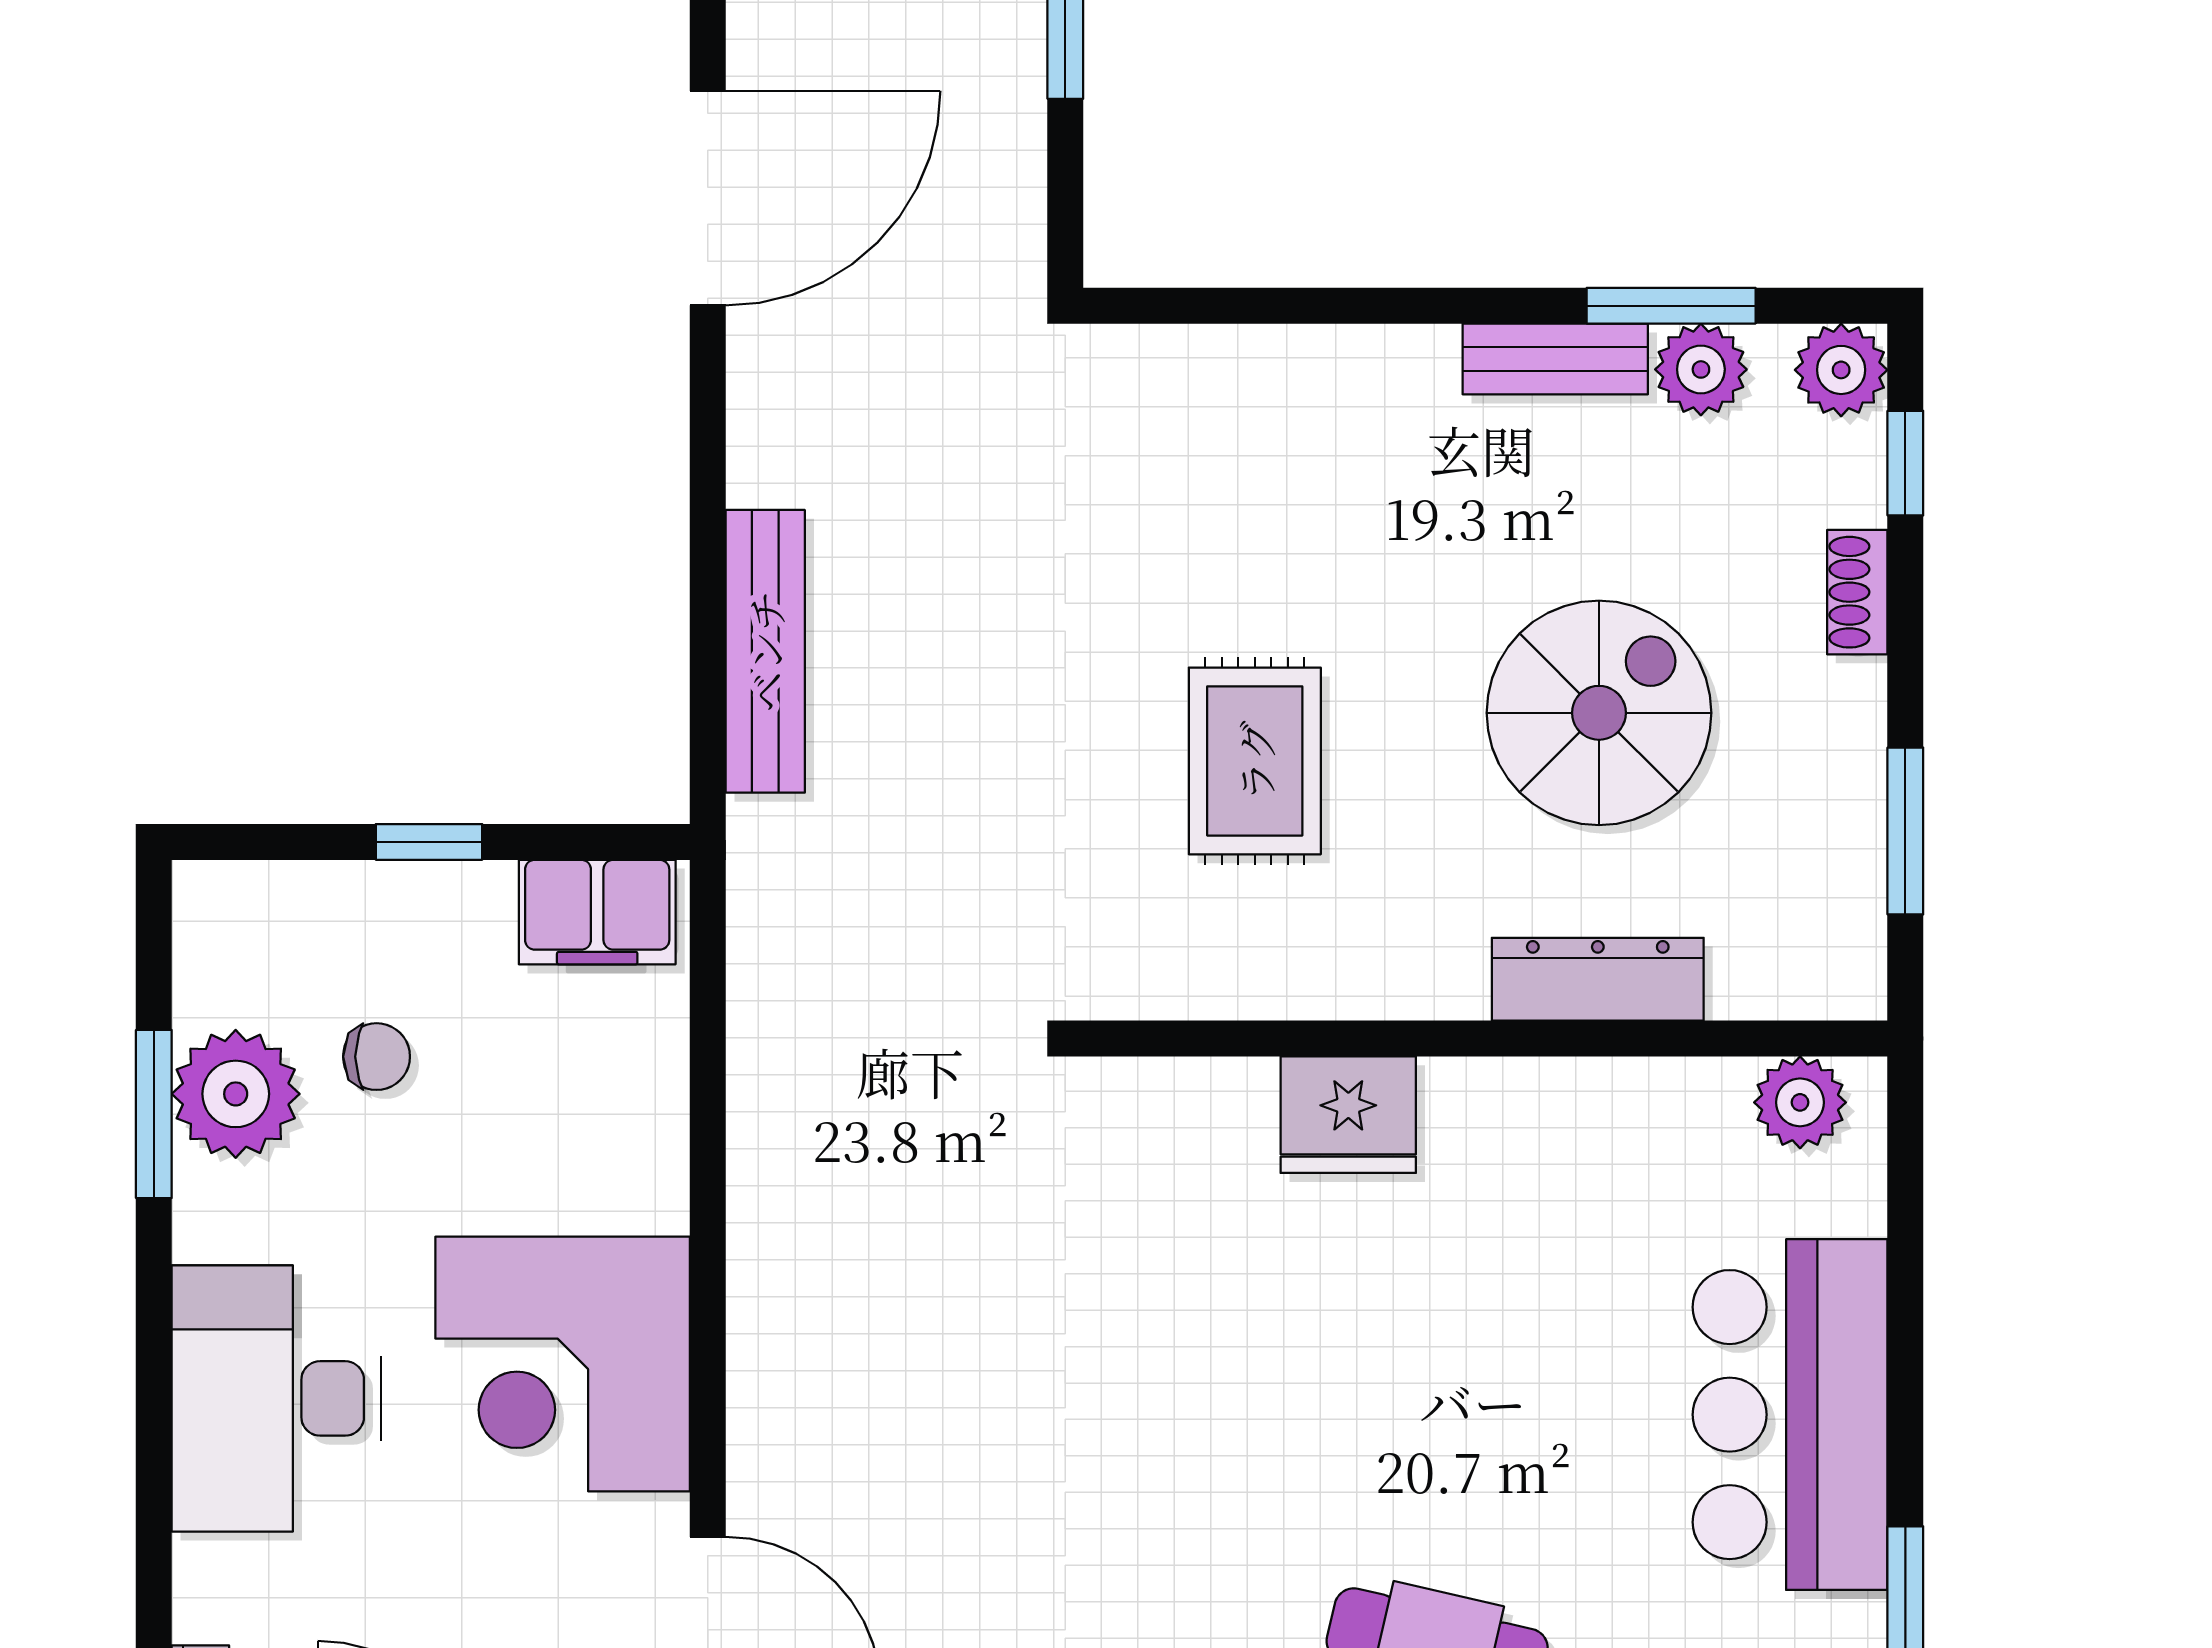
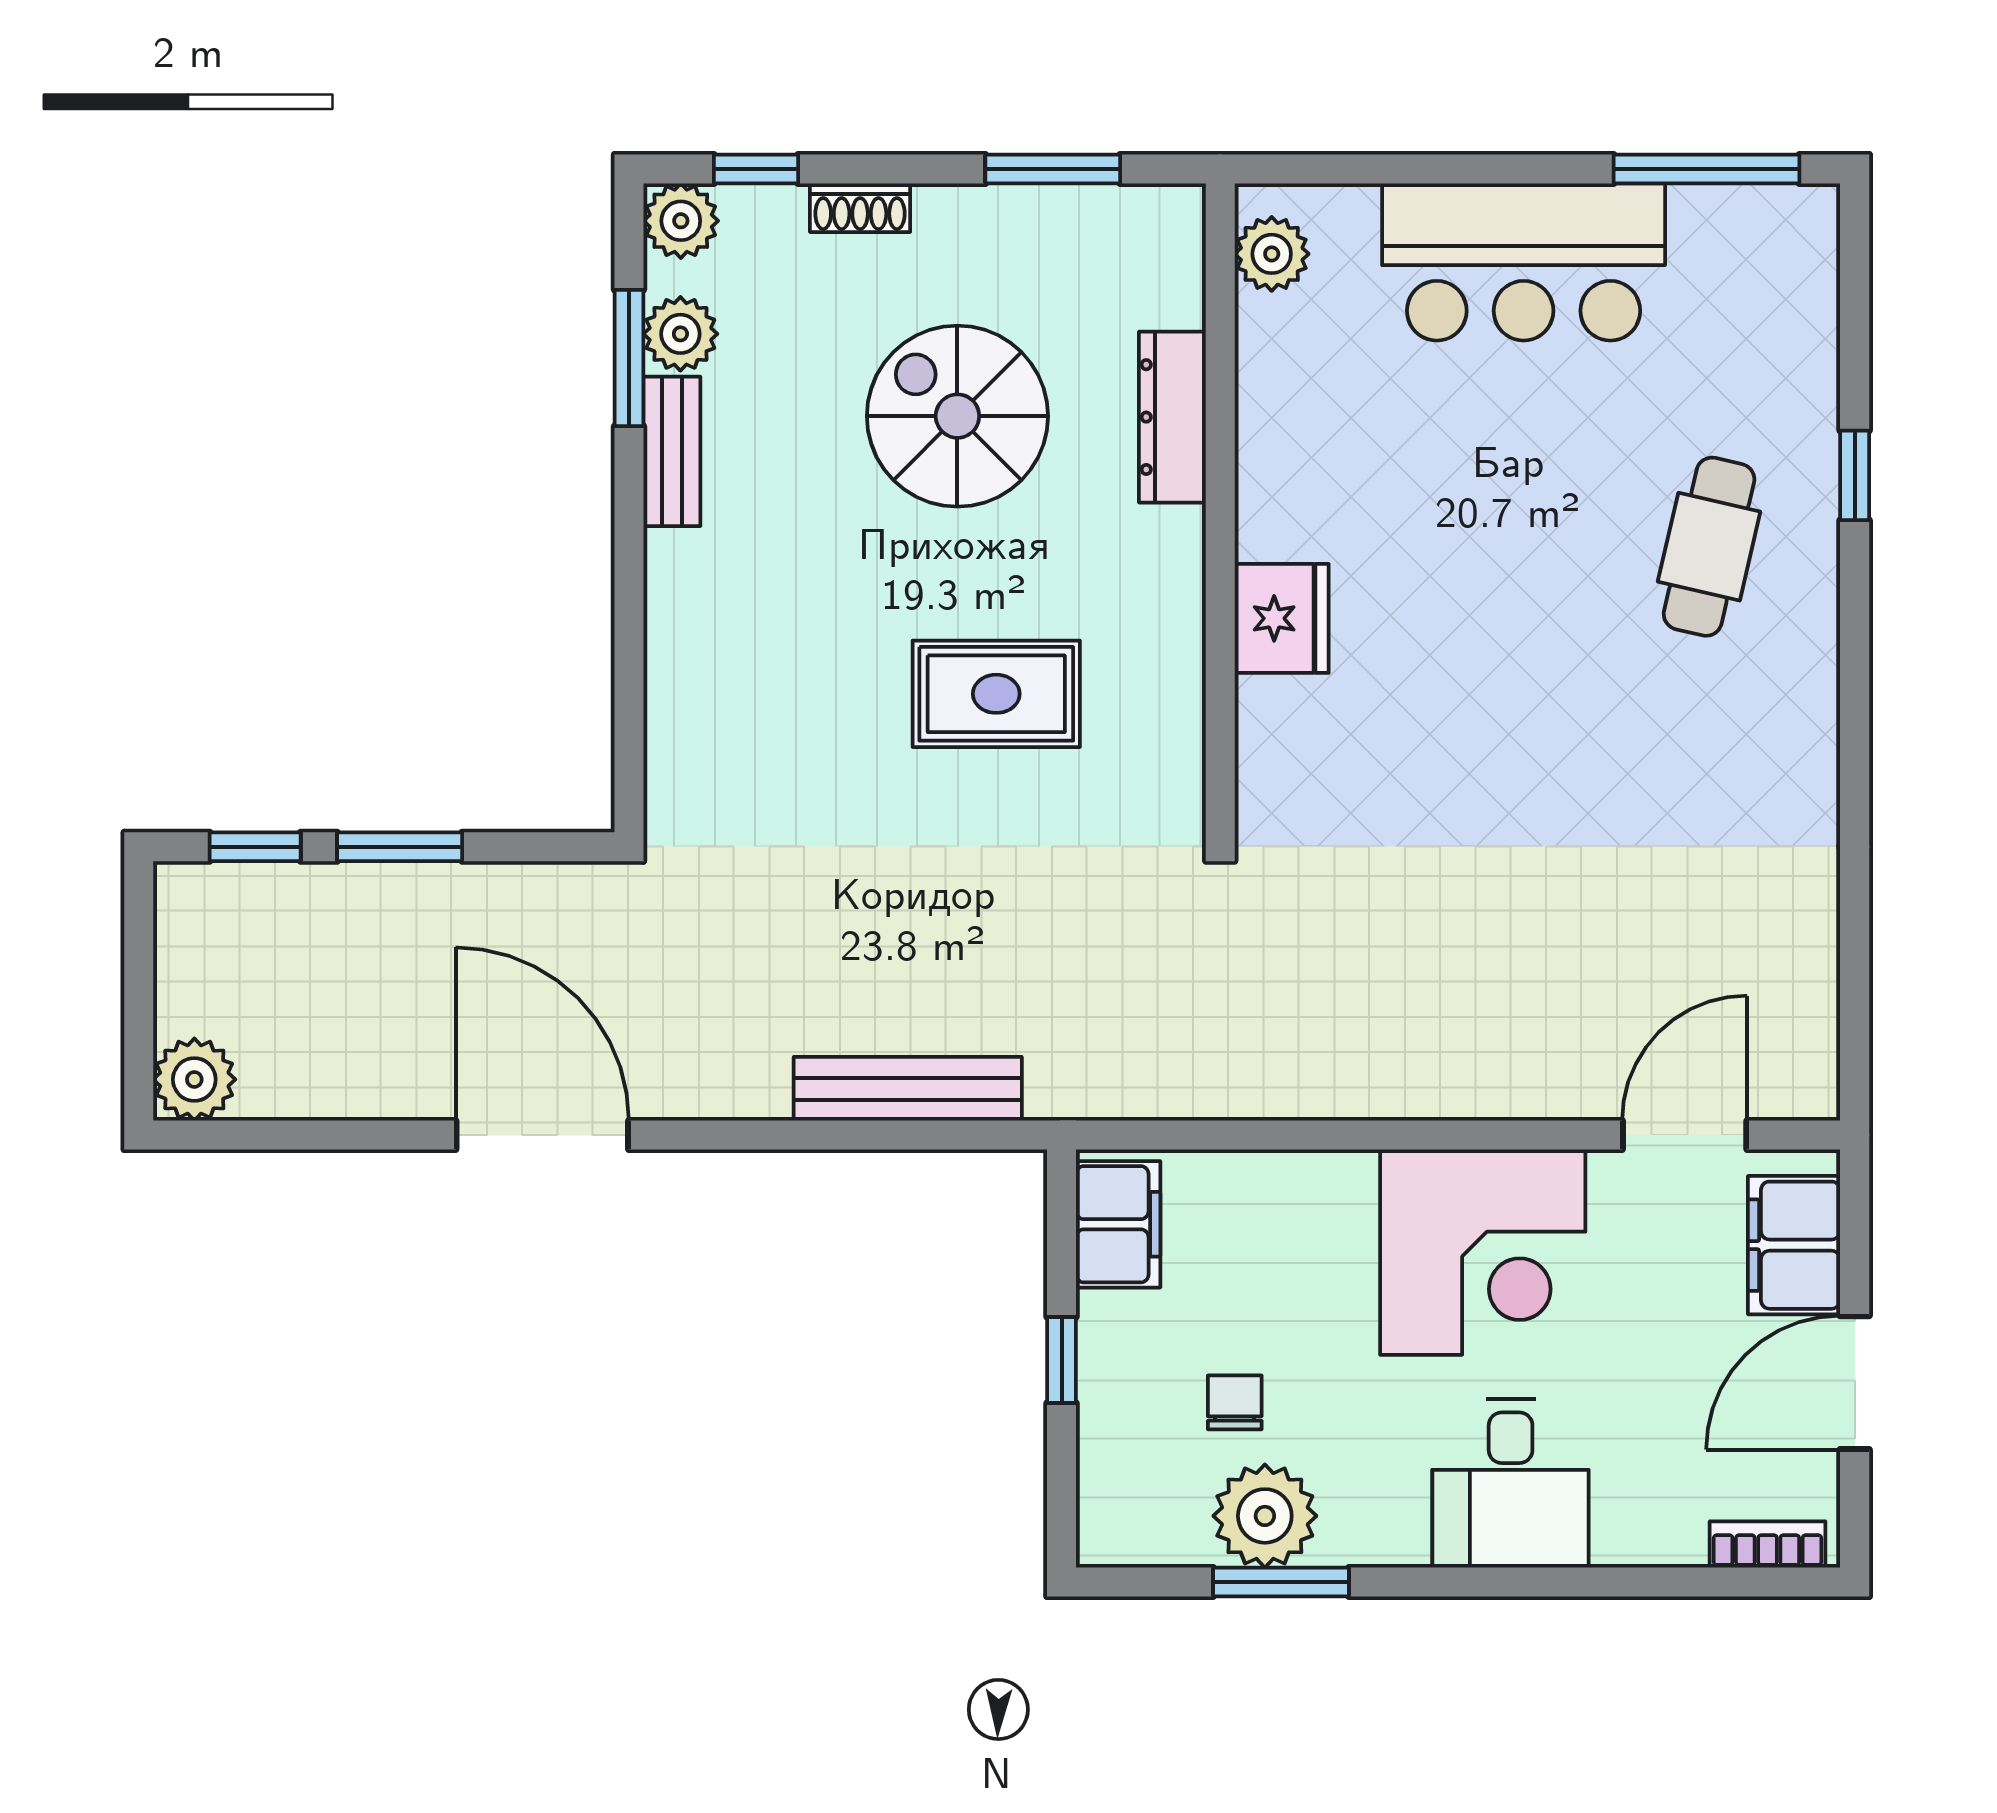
desk: (276, 1398) -> (1511, 1483), width x0.73

